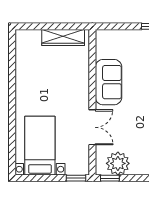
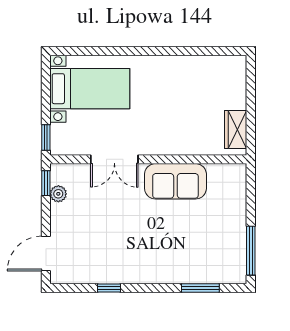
wardrobe: (63, 38) -> (236, 130), width x0.67
plant: (118, 163) -> (58, 194), width x0.53, depth x0.53

